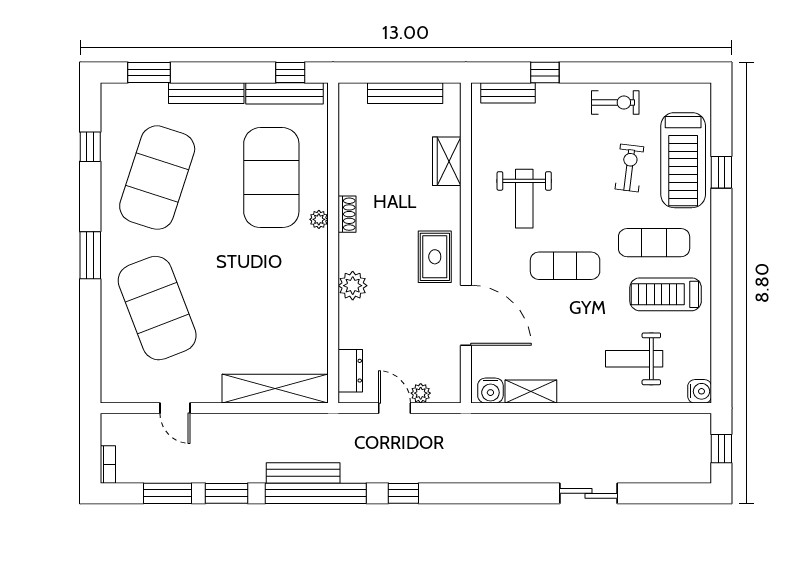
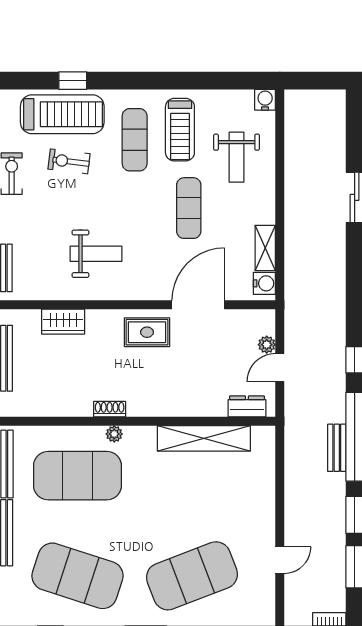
exercise mat: (565, 266) -> (189, 208), moved
plant: (353, 286) -> (172, 404), removed
shelving: (275, 389) -> (204, 438), moved, turned 90
window: (721, 449) -> (315, 81), removed
bench: (303, 473) -> (337, 448), width x0.73

